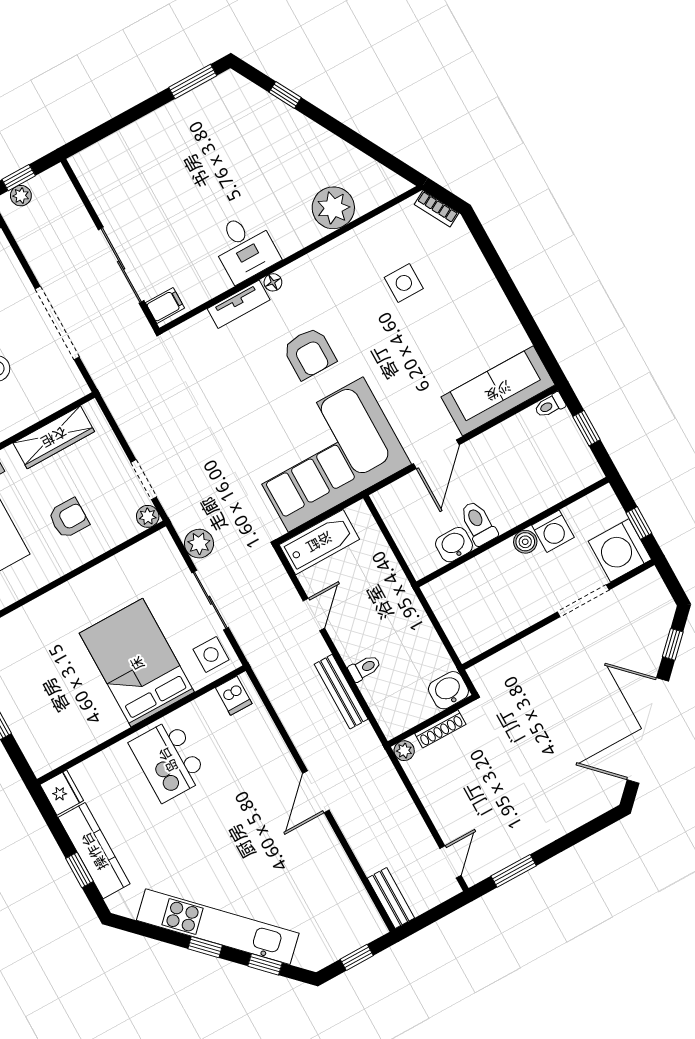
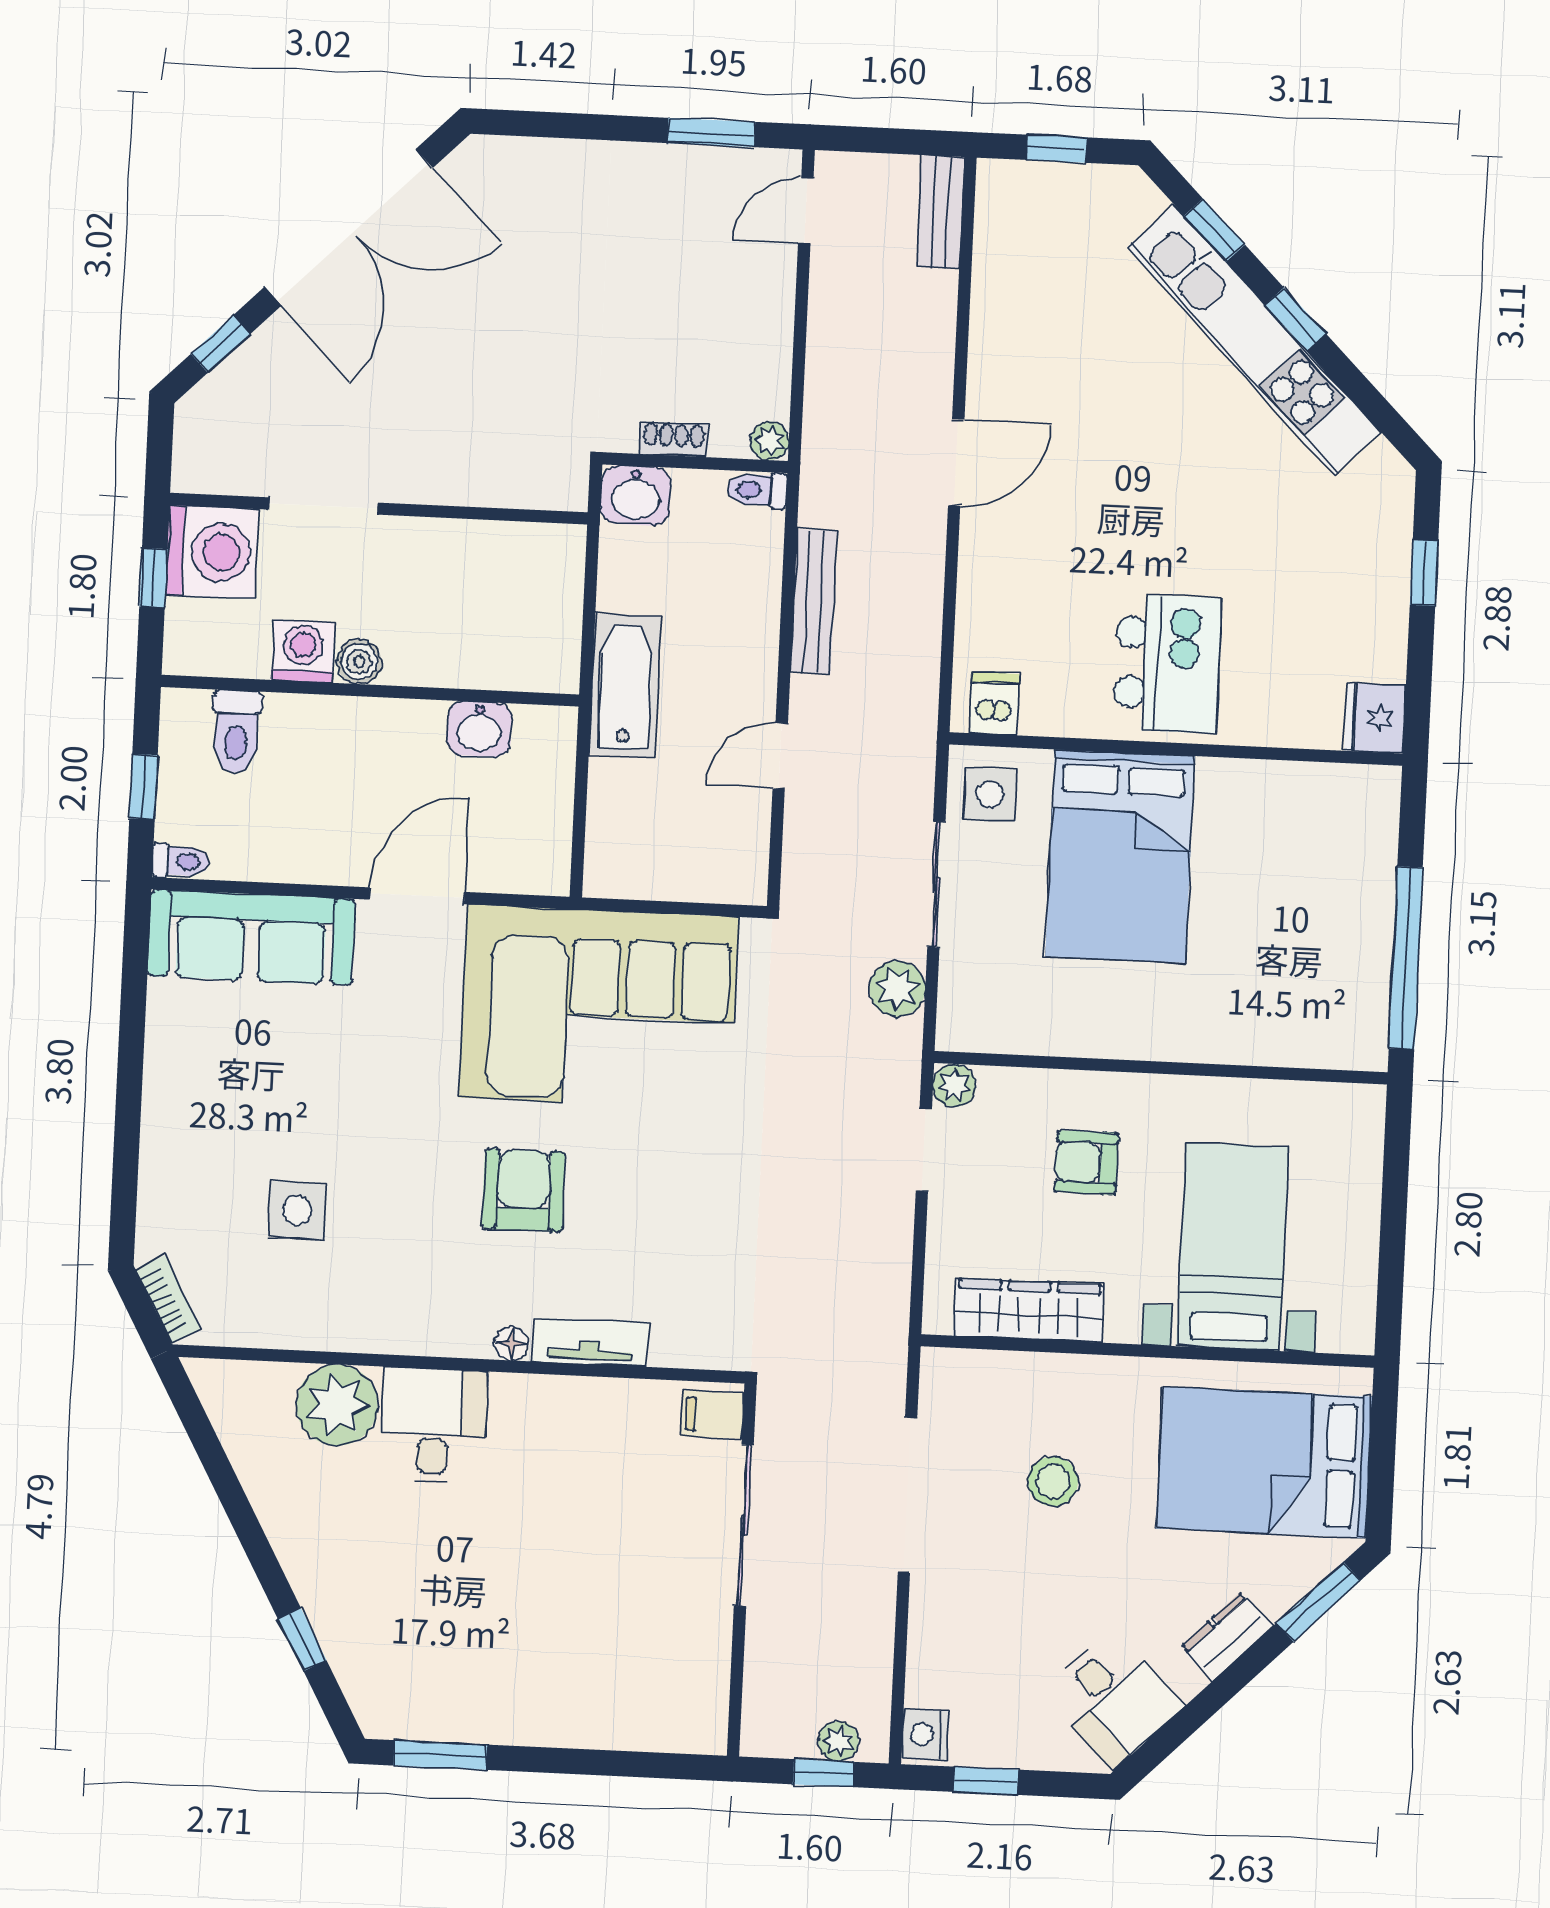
desk: (244, 247) -> (433, 1426), moved
toilet: (478, 523) -> (236, 732), moved
bathtub: (319, 542) -> (625, 685), moved, turned 90
toilet: (365, 668) -> (757, 490), moved
shoe rack: (440, 729) -> (674, 439), width x0.70
kitchen counter: (94, 851) -> (1380, 590), removed

